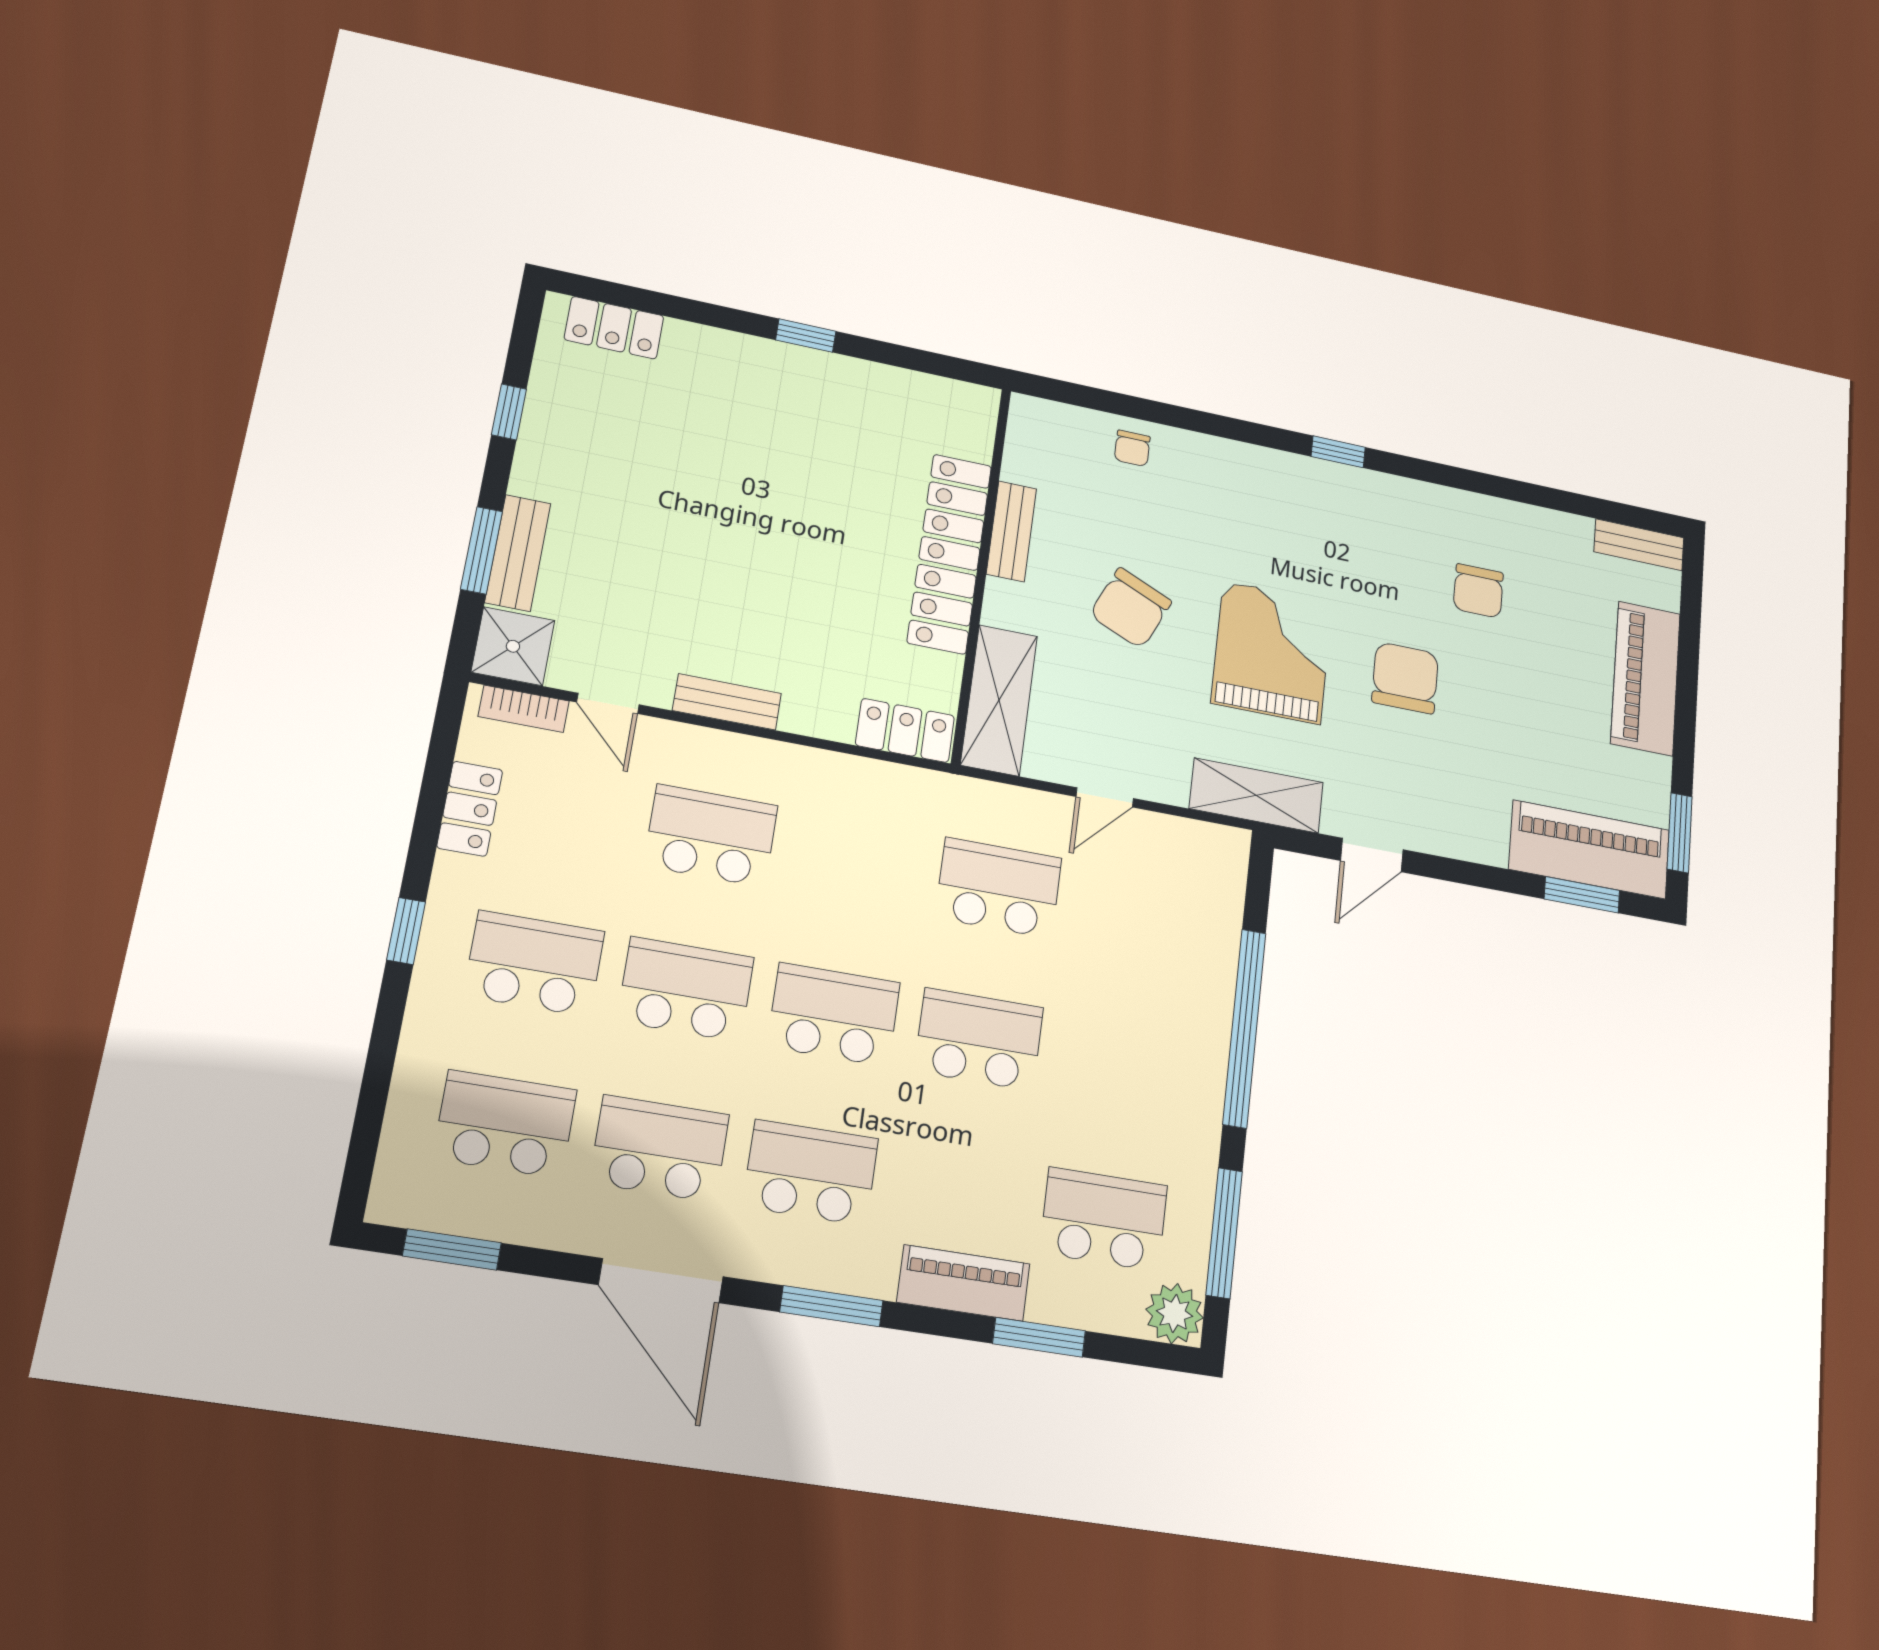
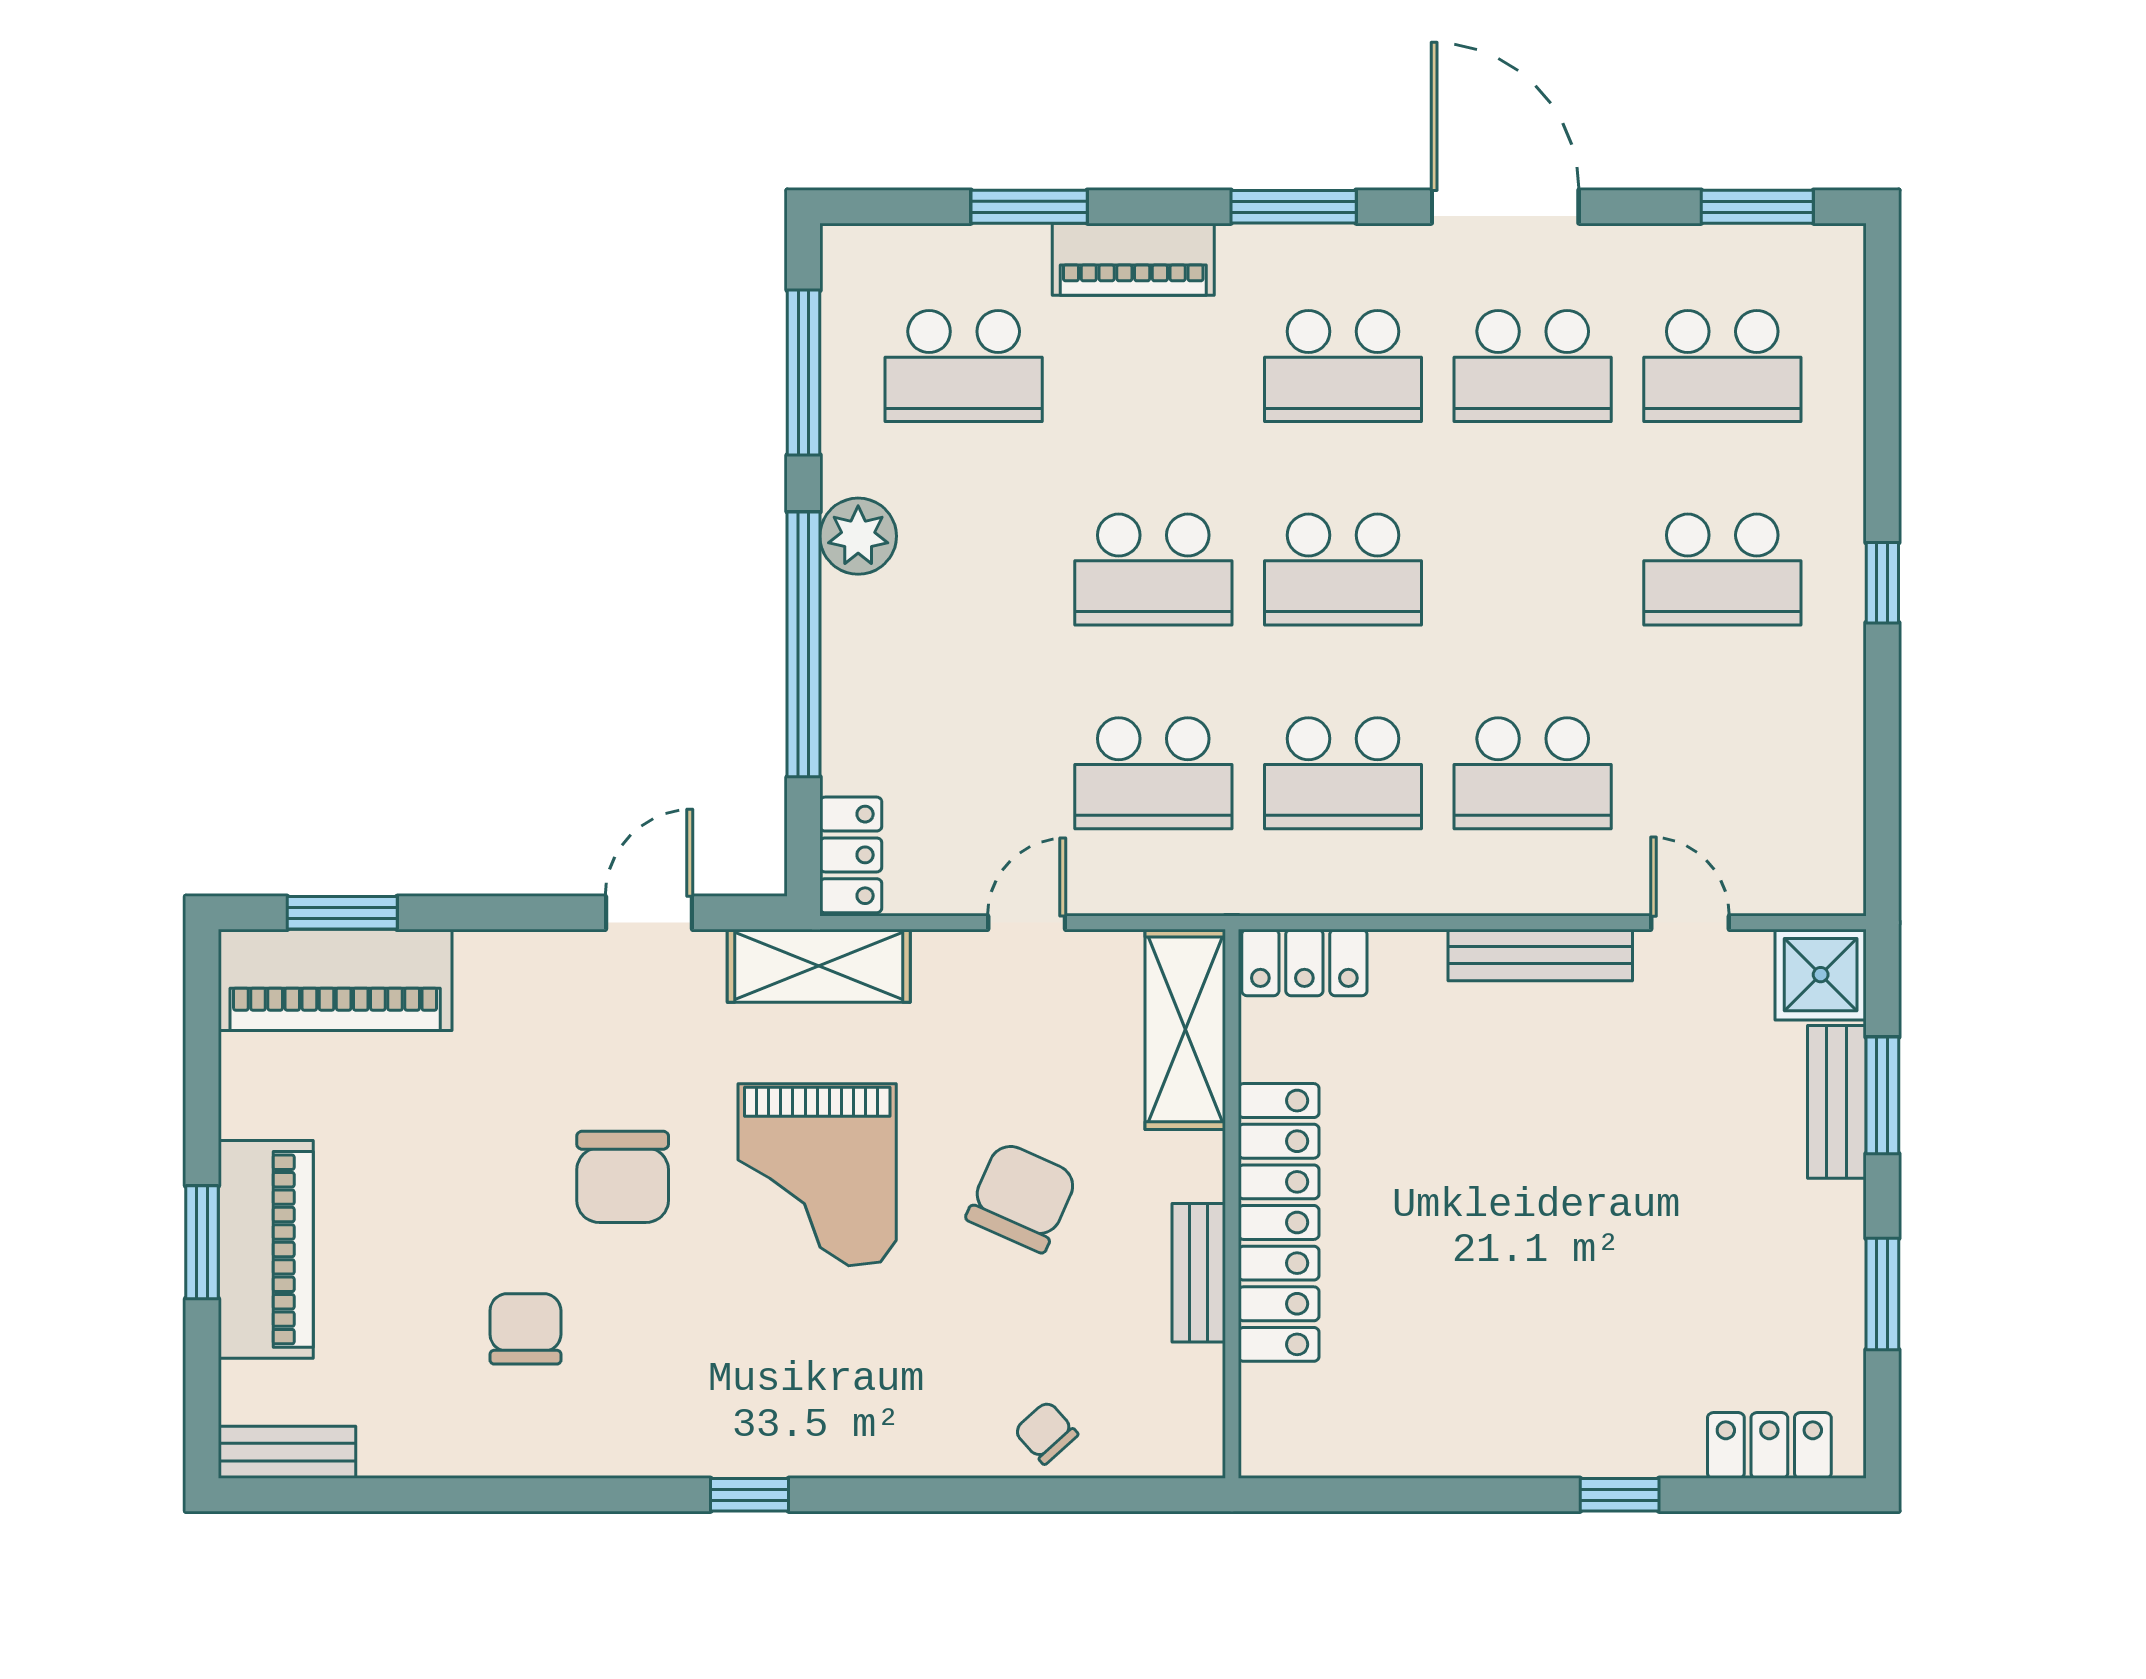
window: (806, 336) -> (1620, 1495), moved
window: (509, 412) -> (1882, 1294), width x1.50
chair: (1132, 448) -> (1046, 1433), turned -42
bench: (727, 702) -> (1540, 955), width x1.36
bookcase: (524, 709) -> (1793, 894), removed
locker: (470, 809) -> (851, 855), moved, turned 180
window: (1680, 833) -> (202, 1242), moved
school desk: (686, 989) -> (1343, 773), moved
plant: (1175, 1313) -> (858, 536), moved

